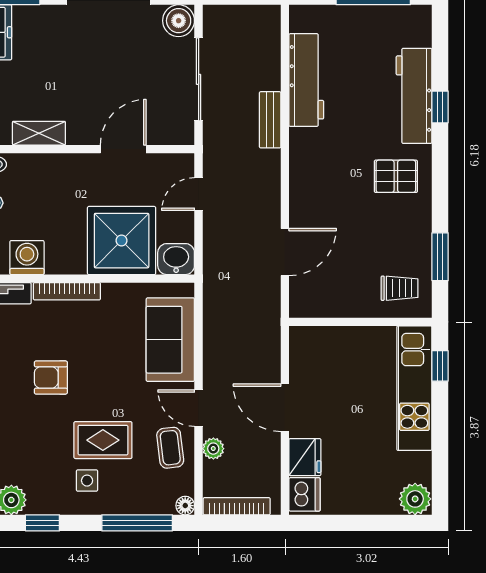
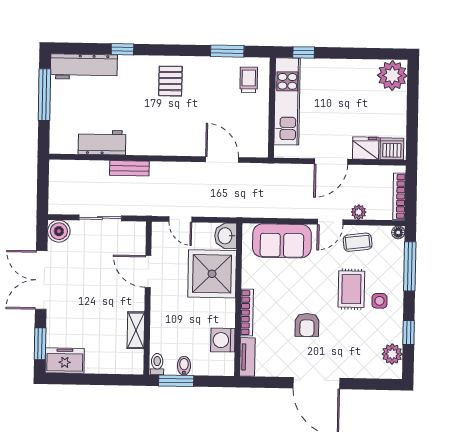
sliding door: (199, 79) -> (100, 218), width x0.73
workbench: (306, 80) -> (102, 142), width x0.73
workbench: (414, 96) -> (84, 67), moved
kitchen unit: (414, 388) -> (287, 101), moved, turned -90
plant: (415, 499) -> (392, 75), width x1.36, depth x1.36

